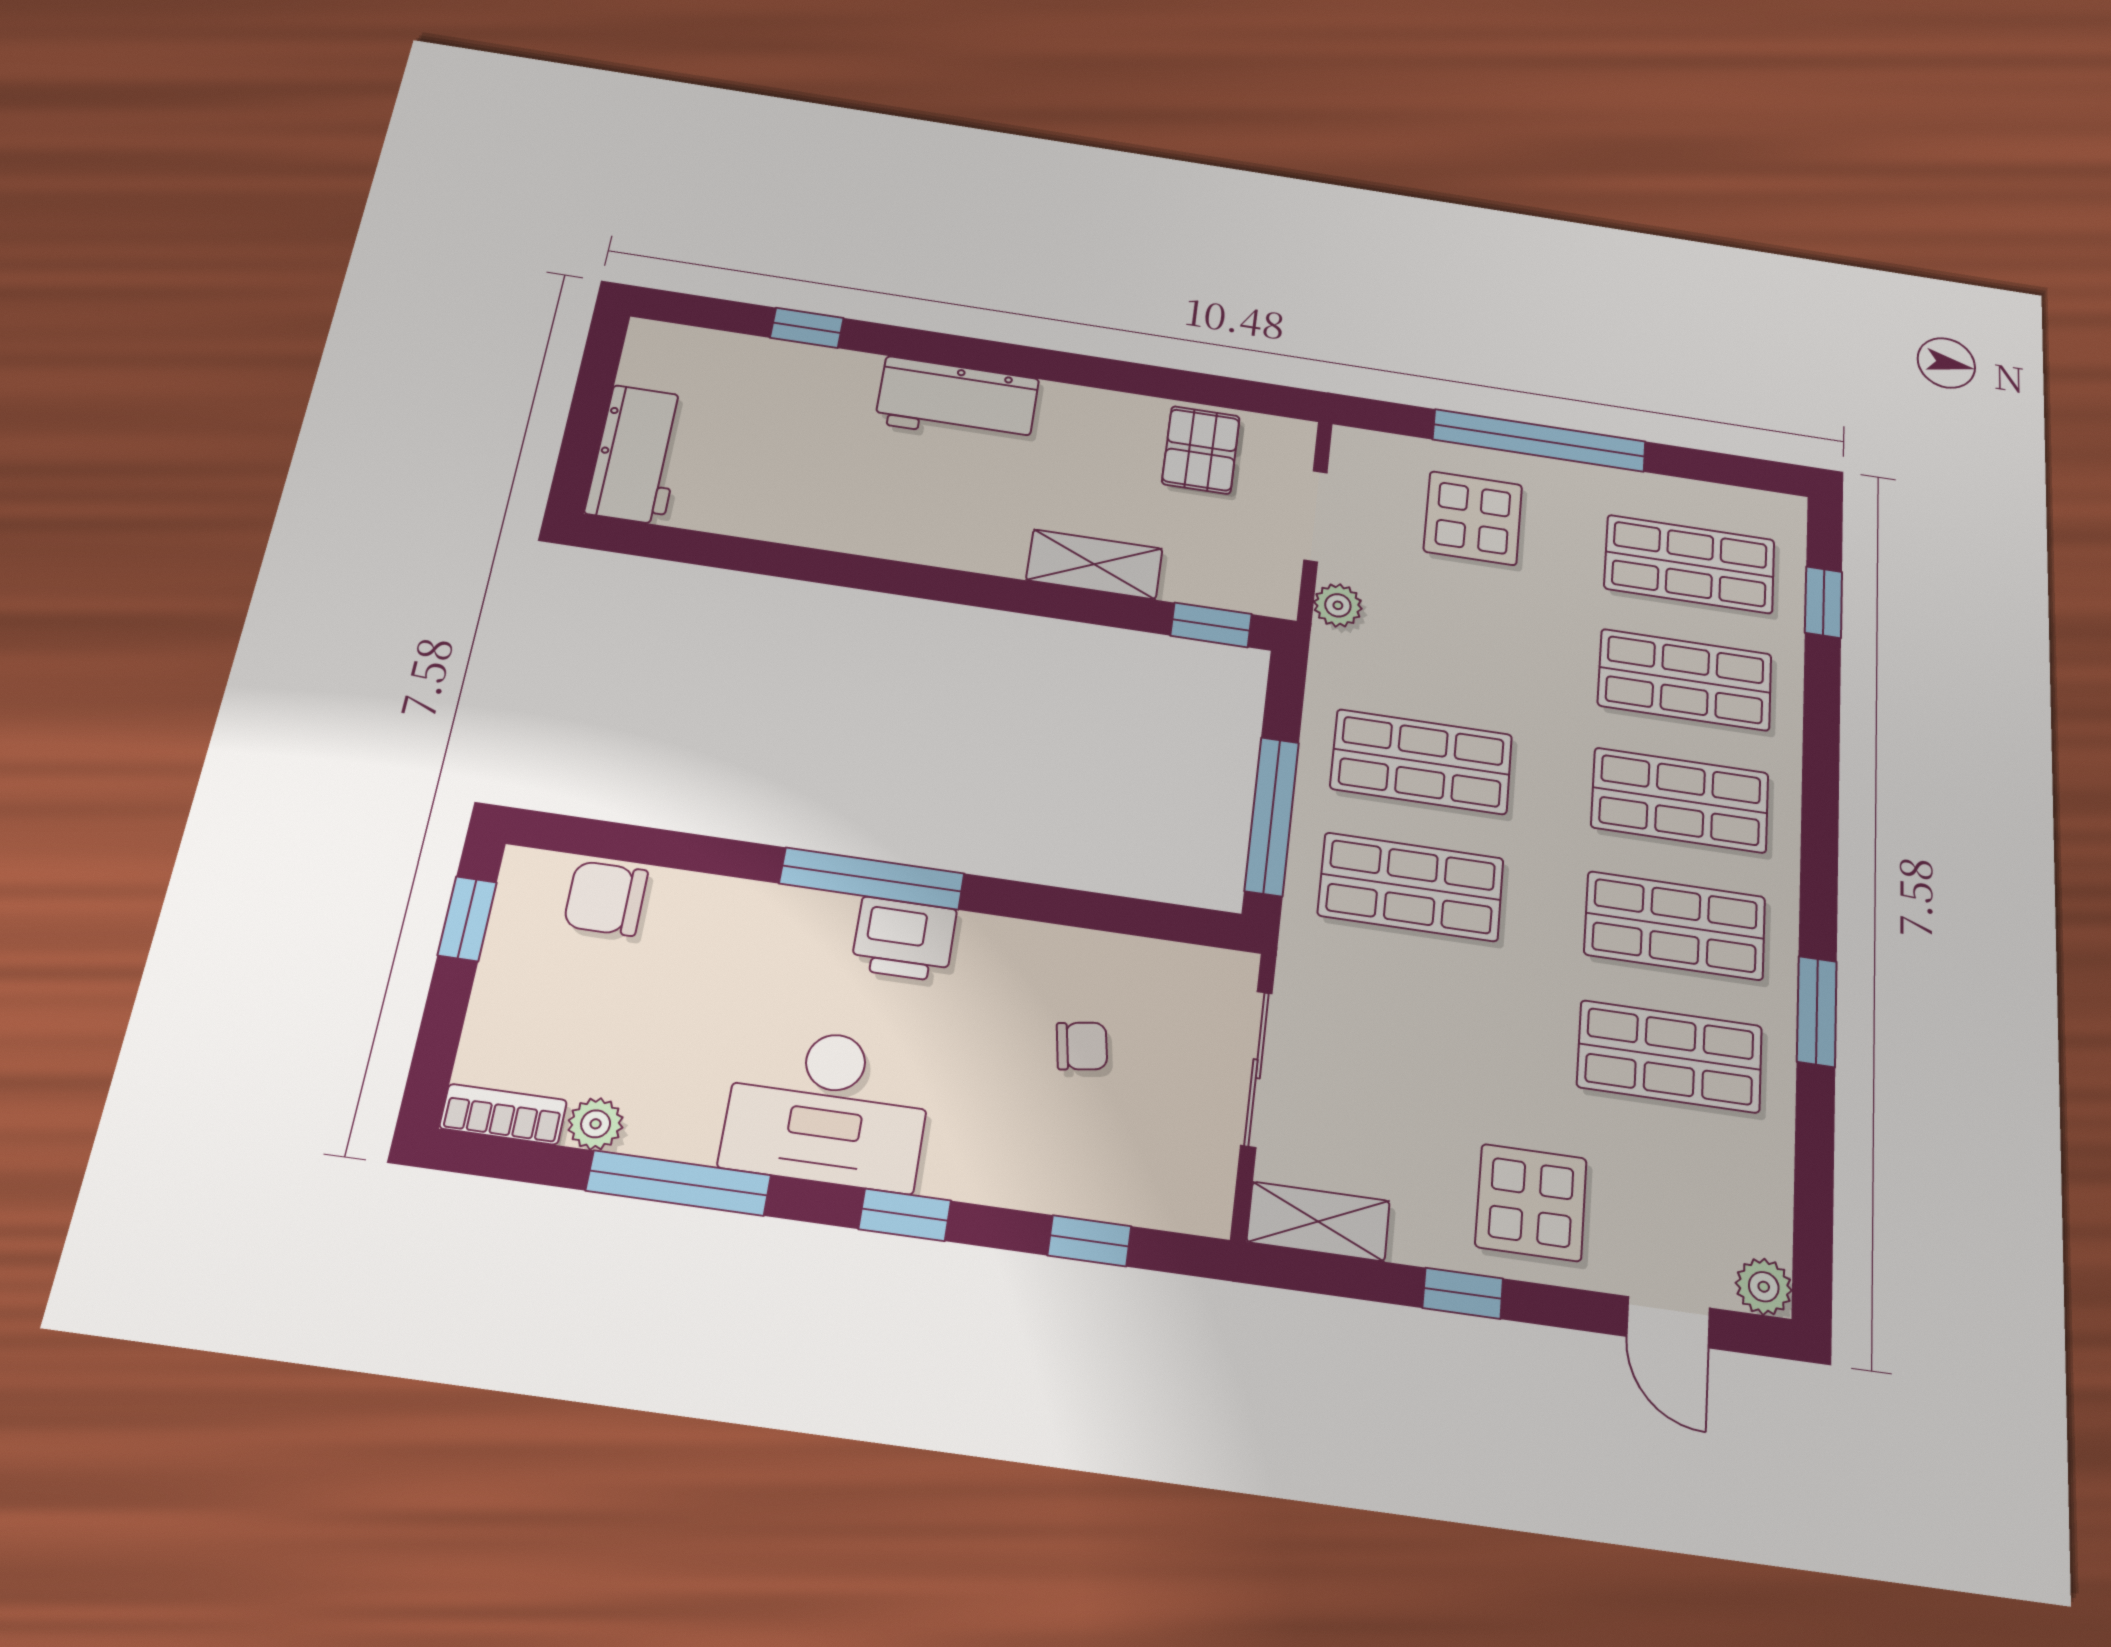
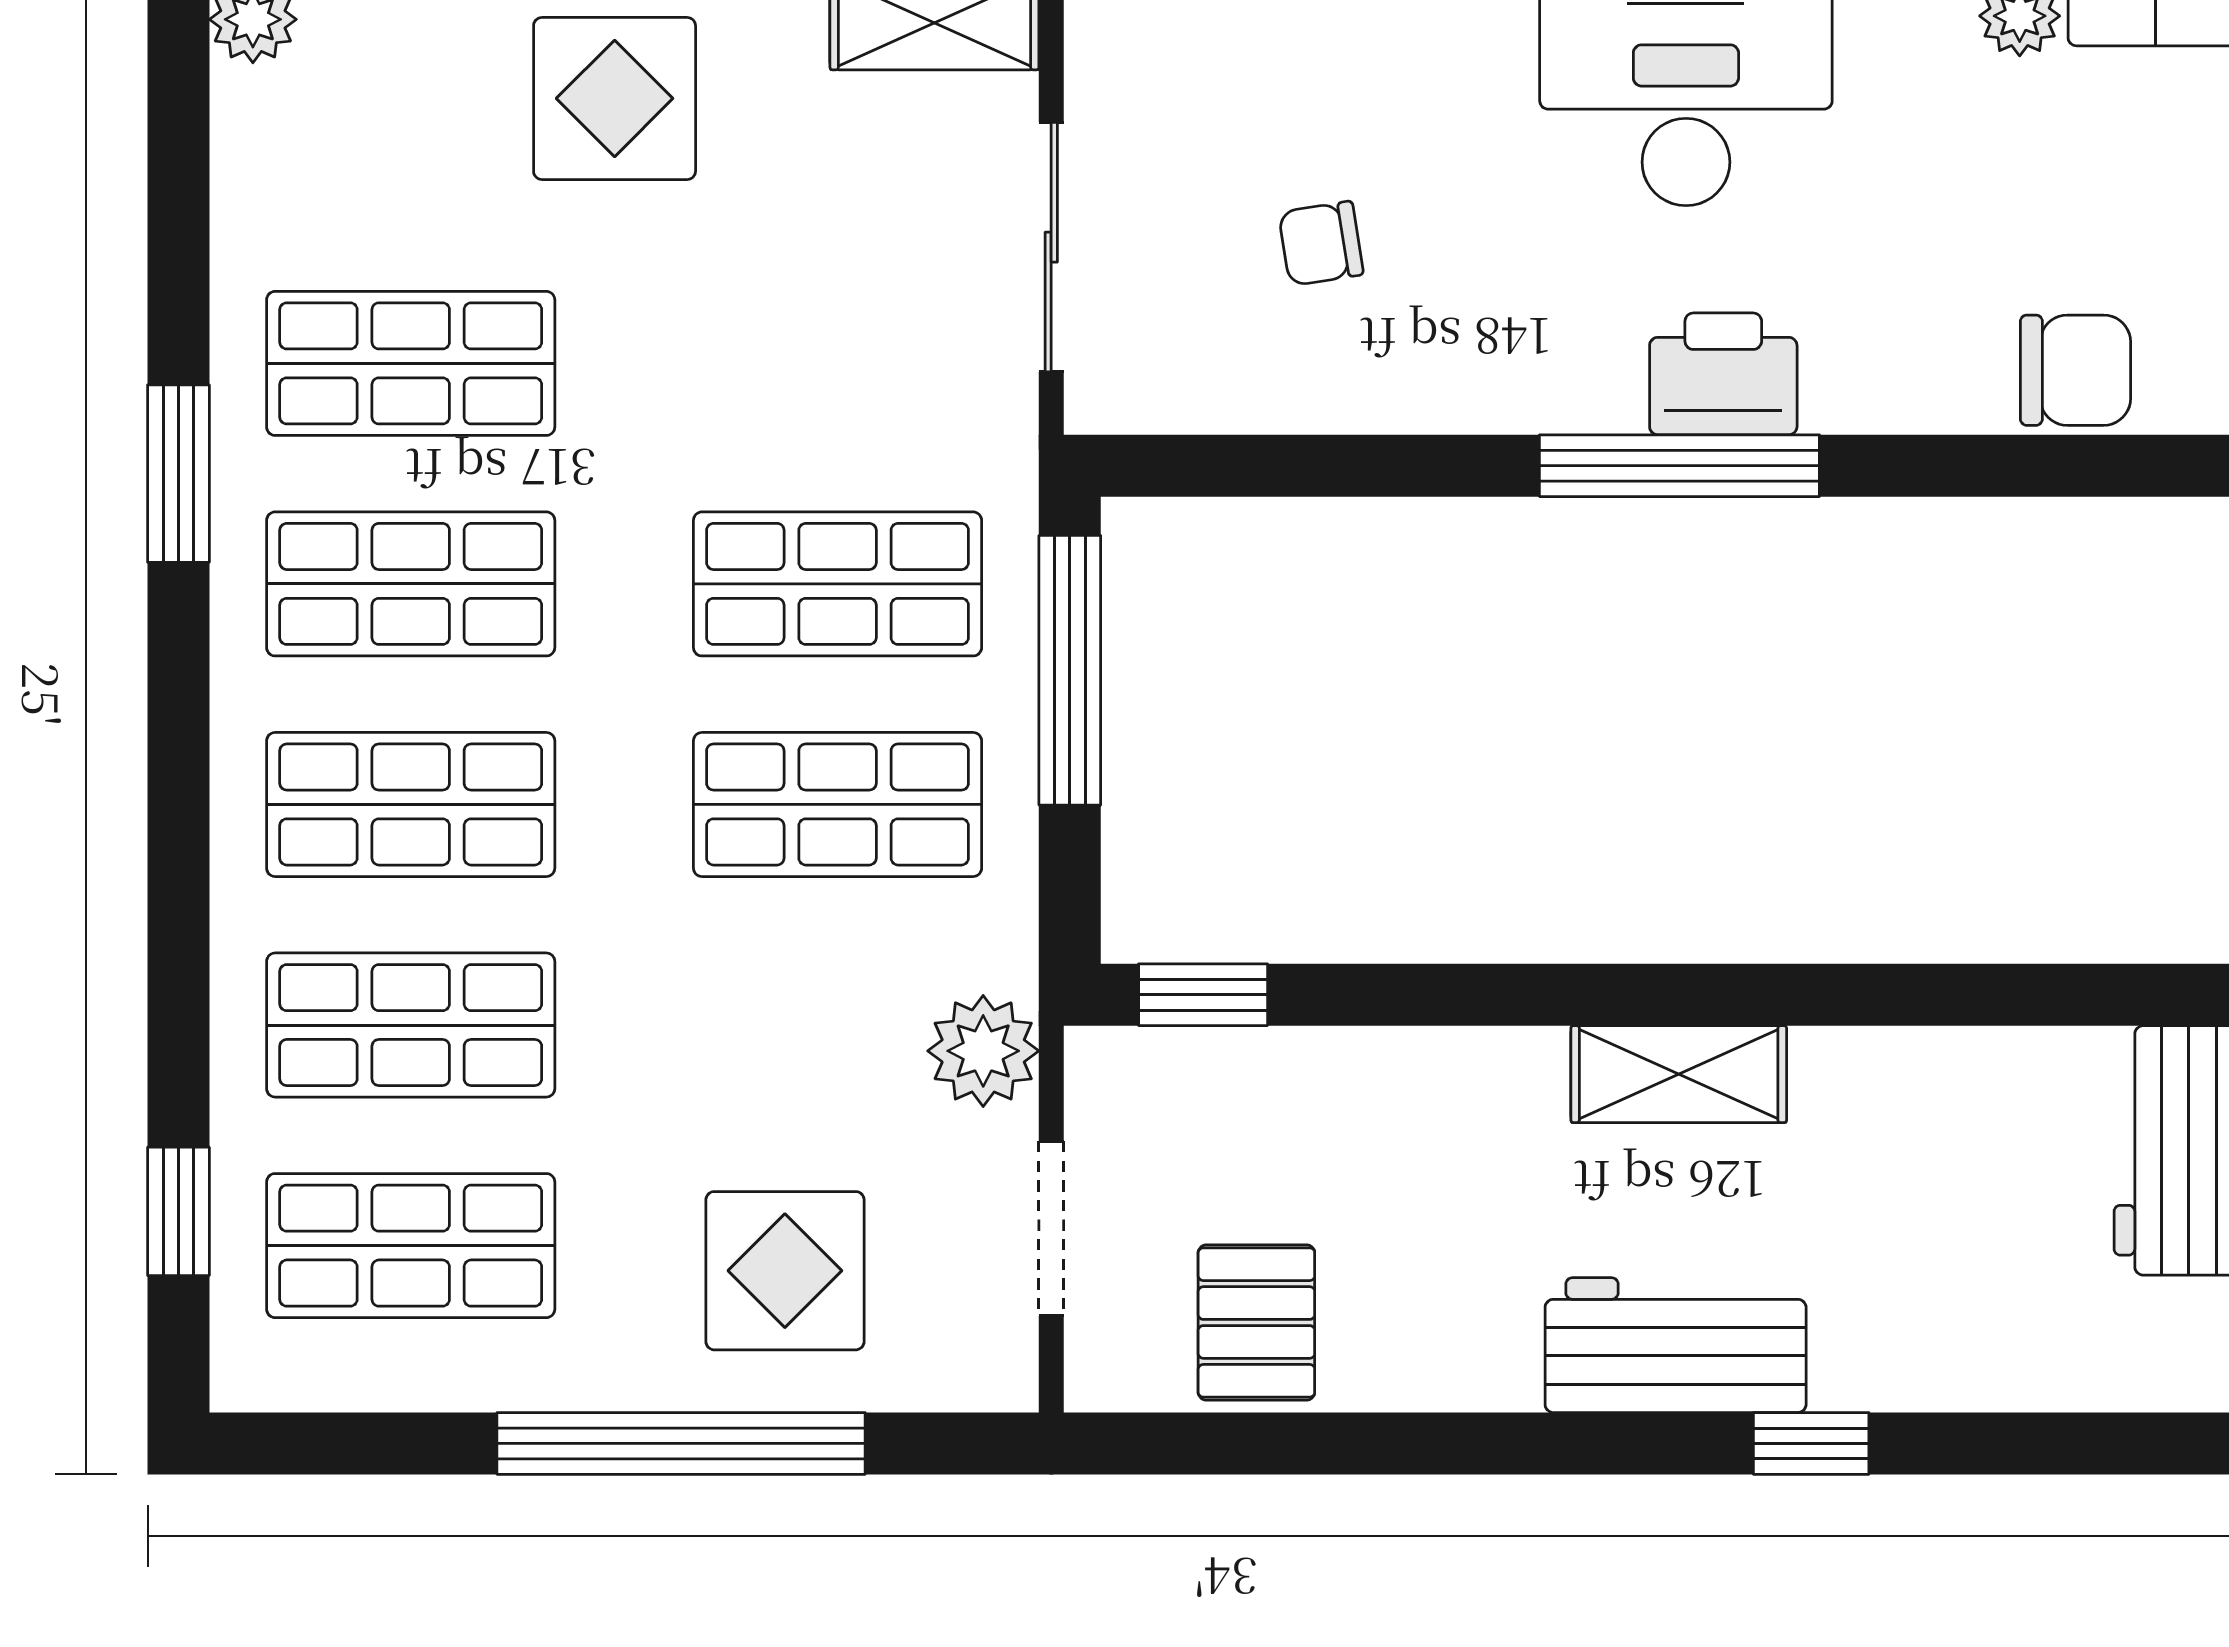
window: (807, 328) -> (1811, 1443), moved
shelving: (1094, 564) -> (1679, 1074), moved
plant: (1338, 605) -> (983, 1051), width x1.38, depth x1.38
printer: (904, 939) -> (1723, 374), moved

